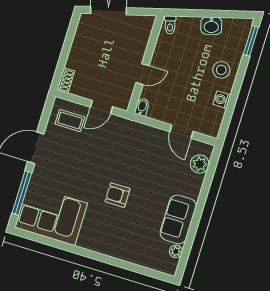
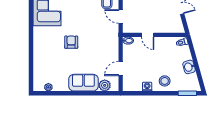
sofa: (178, 219) -> (83, 83), moved

